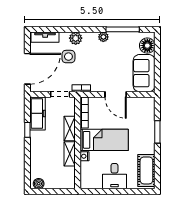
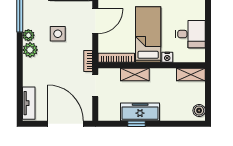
plant: (76, 38) -> (30, 50), moved
side table: (68, 57) -> (58, 34), moved
freezer: (38, 113) -> (140, 112), moved
shelving: (70, 154) -> (191, 74), moved
desk: (114, 176) -> (190, 34), moved

